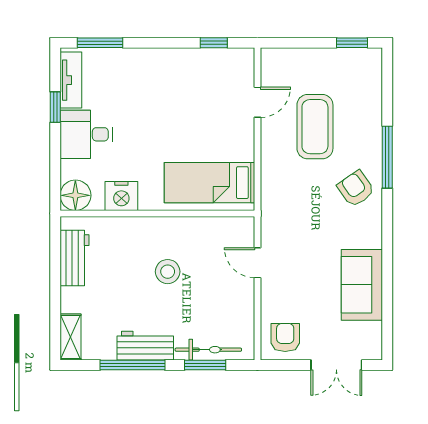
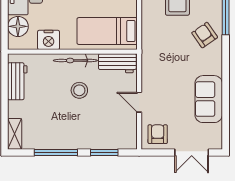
floor lamp: (75, 195) -> (18, 26), moved
door: (257, 263) -> (139, 102), moved
workbench: (145, 346) -> (117, 63), moved, turned 180
bicycle: (208, 350) -> (75, 60), moved, turned 180

